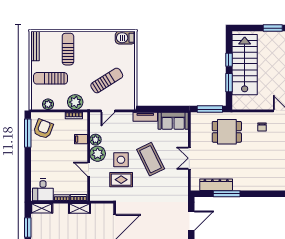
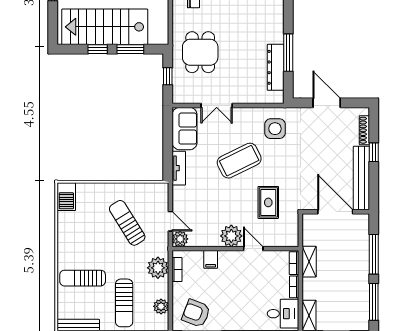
window: (210, 109) -> (168, 76), width x0.46
plant: (95, 140) -> (180, 239), moved
double door: (189, 158) -> (217, 106), moved
side table: (121, 160) -> (275, 129), moved
door: (89, 169) -> (253, 249), swing flipped

